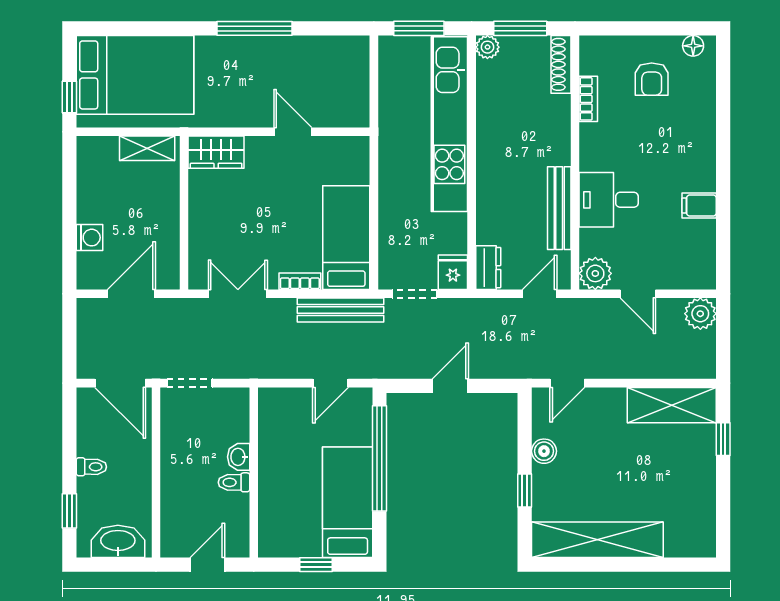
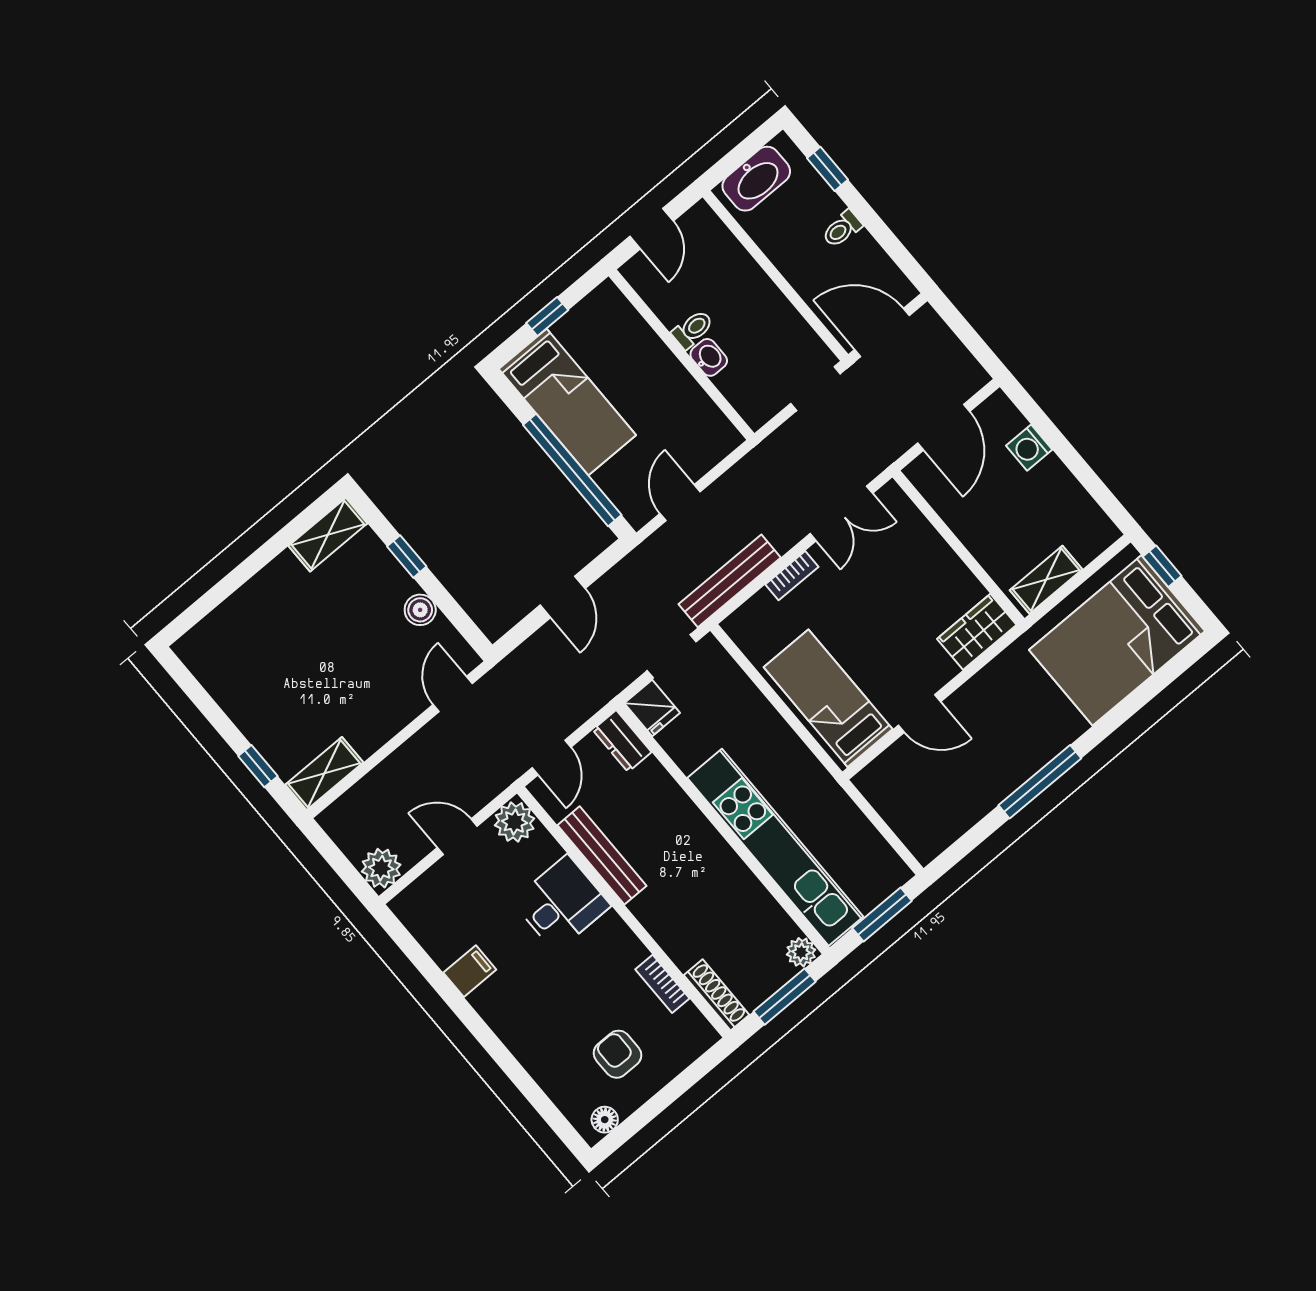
bed: (346, 238) -> (828, 698), moved, turned 180
shelving: (672, 405) -> (324, 774), width x0.67, depth x0.75
shelving: (597, 540) -> (328, 535), width x0.45, depth x0.75

